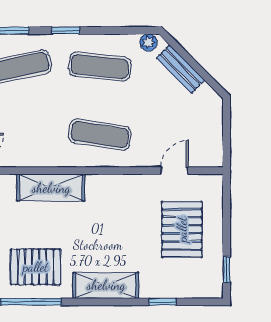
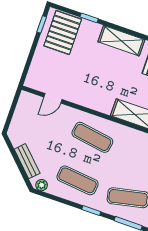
pallet: (182, 229) -> (63, 33), moved

